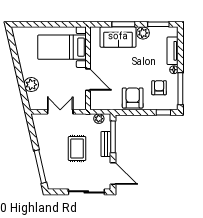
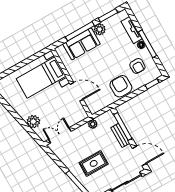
window: (123, 24) -> (80, 31), width x1.44
armchair: (159, 88) -> (137, 66), turned 180
window: (180, 89) -> (147, 44), moved
double door: (60, 112) -> (60, 135), moved
plant: (99, 119) -> (93, 124), moved
rug: (77, 148) -> (94, 163), moved, turned 90

